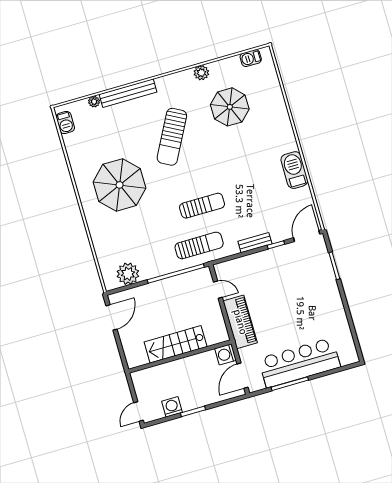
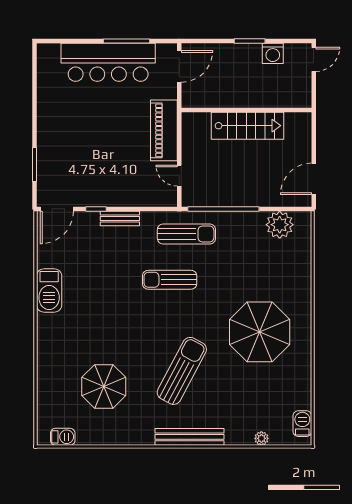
plant: (201, 73) -> (126, 436), removed
bench: (128, 93) -> (189, 437), moved
sun lounger: (199, 245) -> (186, 234), turned 180
washing machine: (225, 354) -> (192, 97), removed

